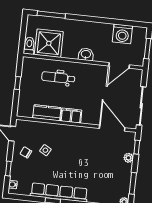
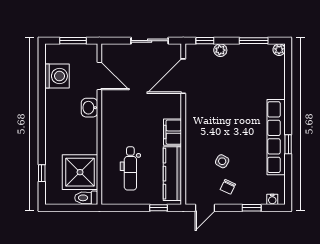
window: (51, 15) -> (42, 173), width x0.46
washbasin: (86, 54) -> (89, 108), moved
dental chair: (58, 78) -> (130, 168), moved
window: (18, 83) -> (158, 208), moved
sliding door: (141, 106) -> (150, 41), width x0.73
kitchen counter: (47, 113) -> (172, 174), width x1.50

